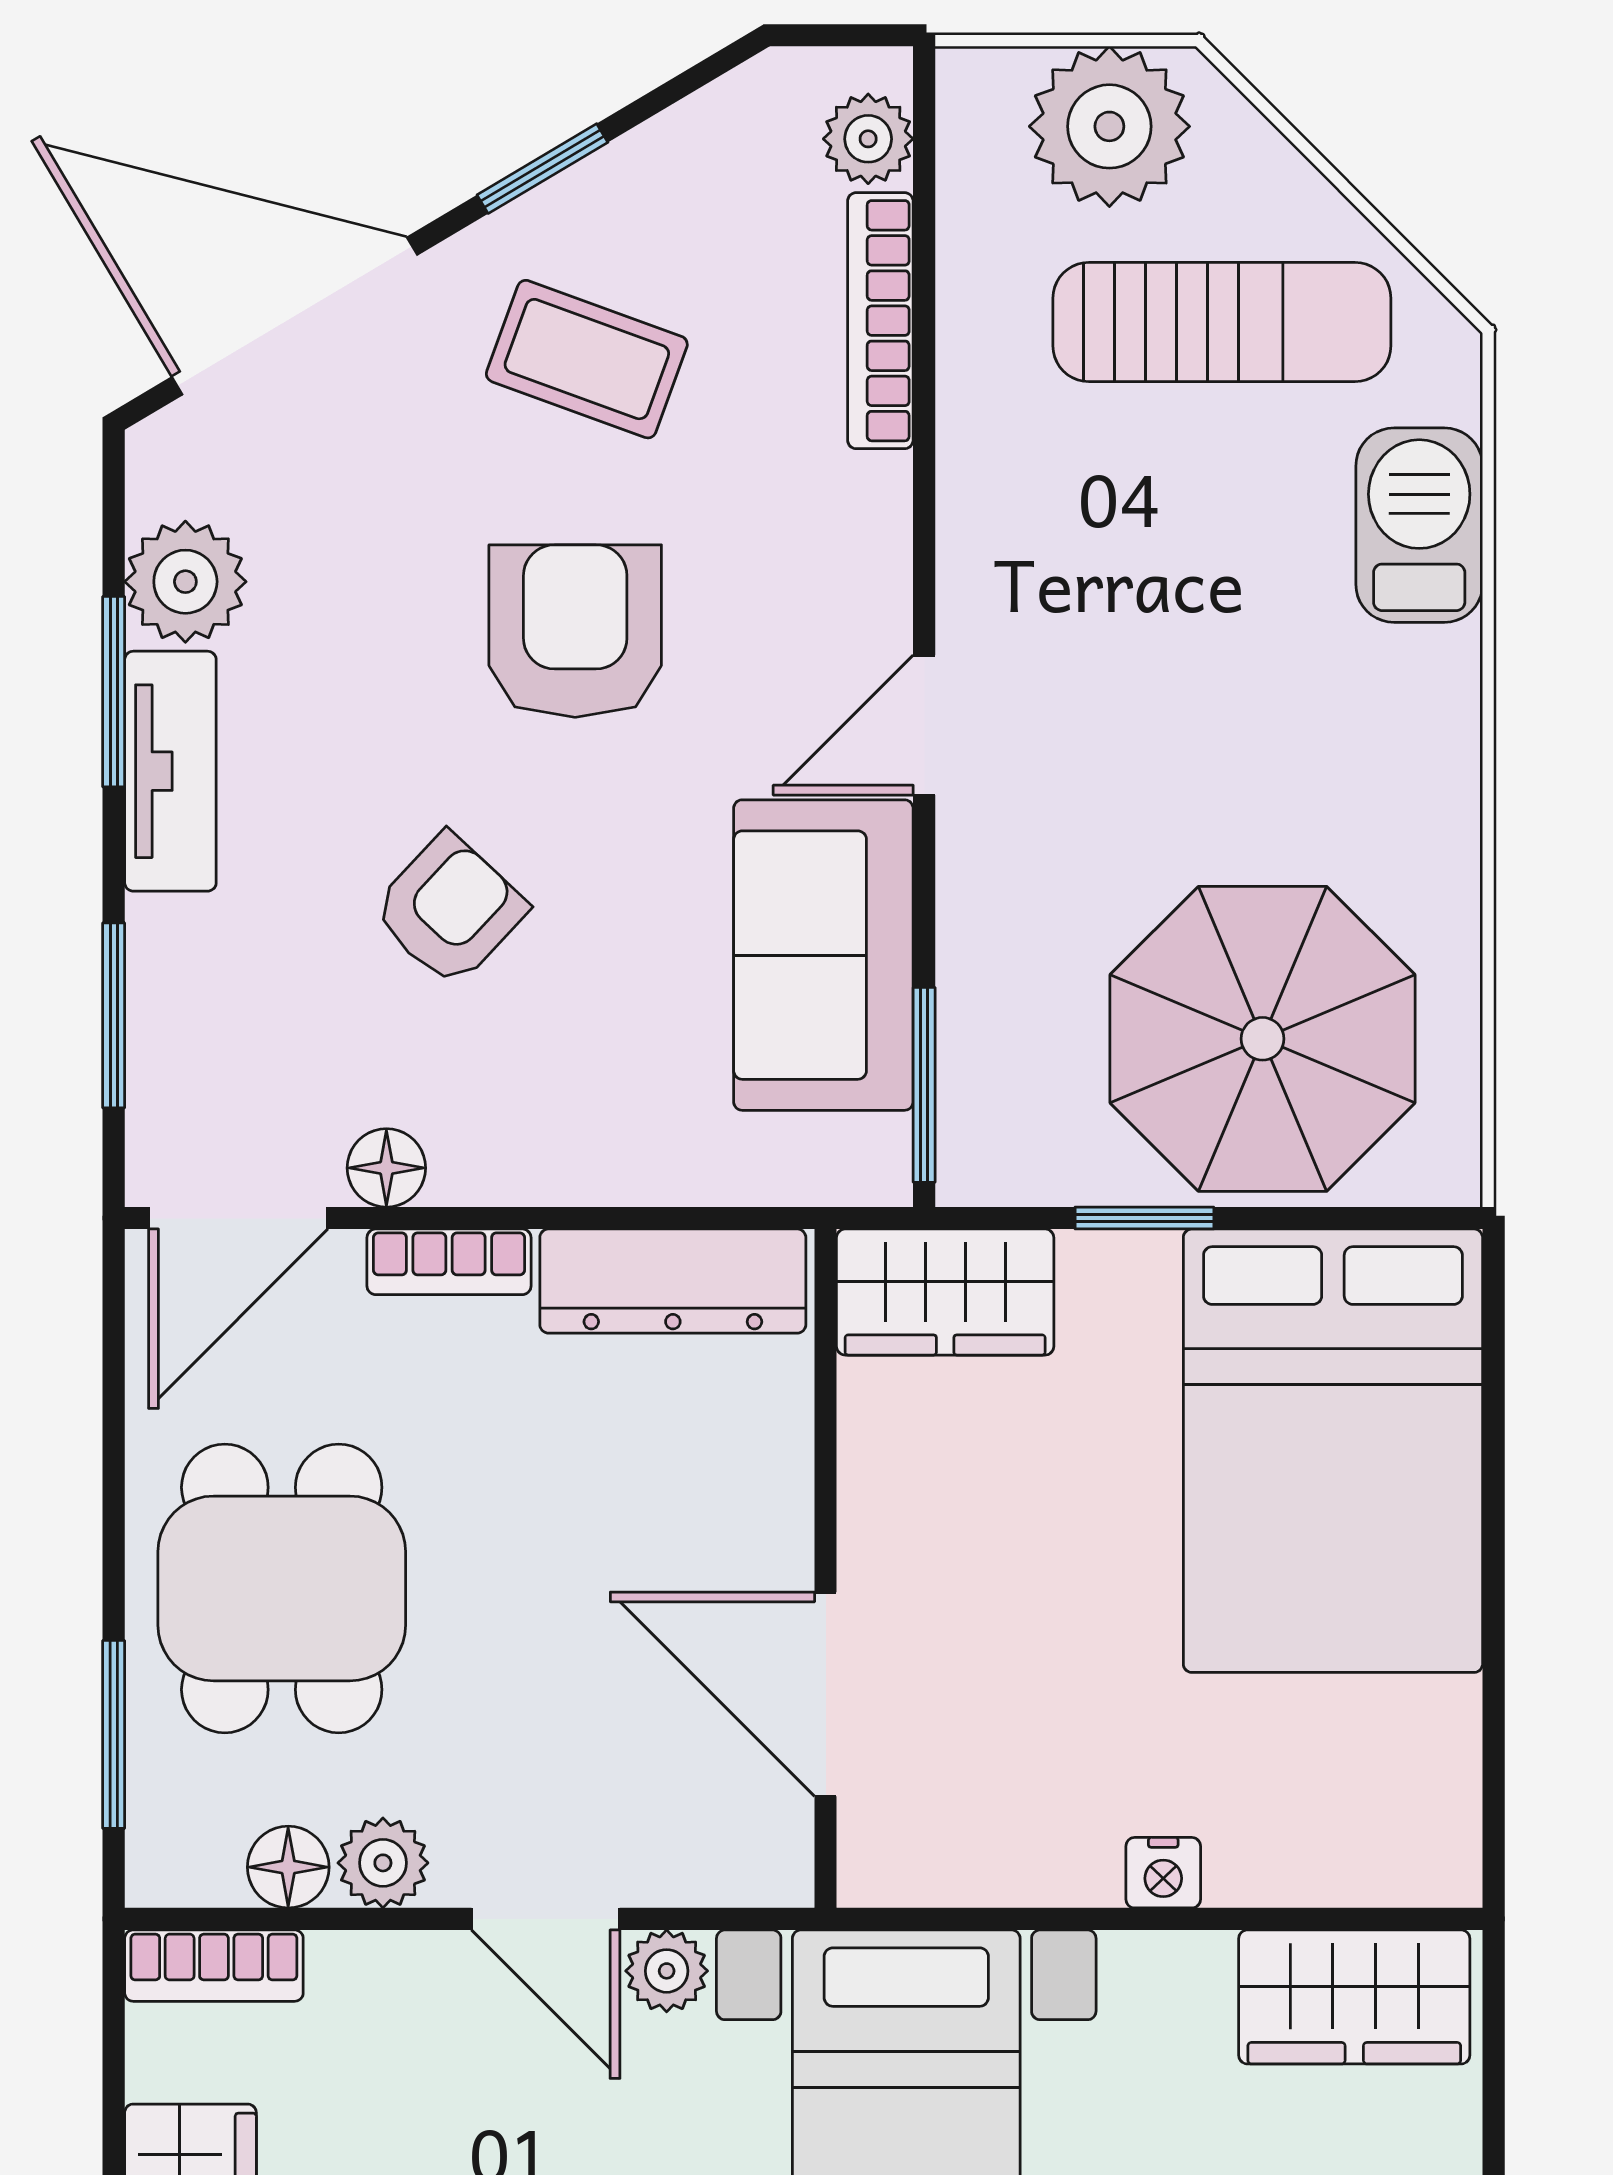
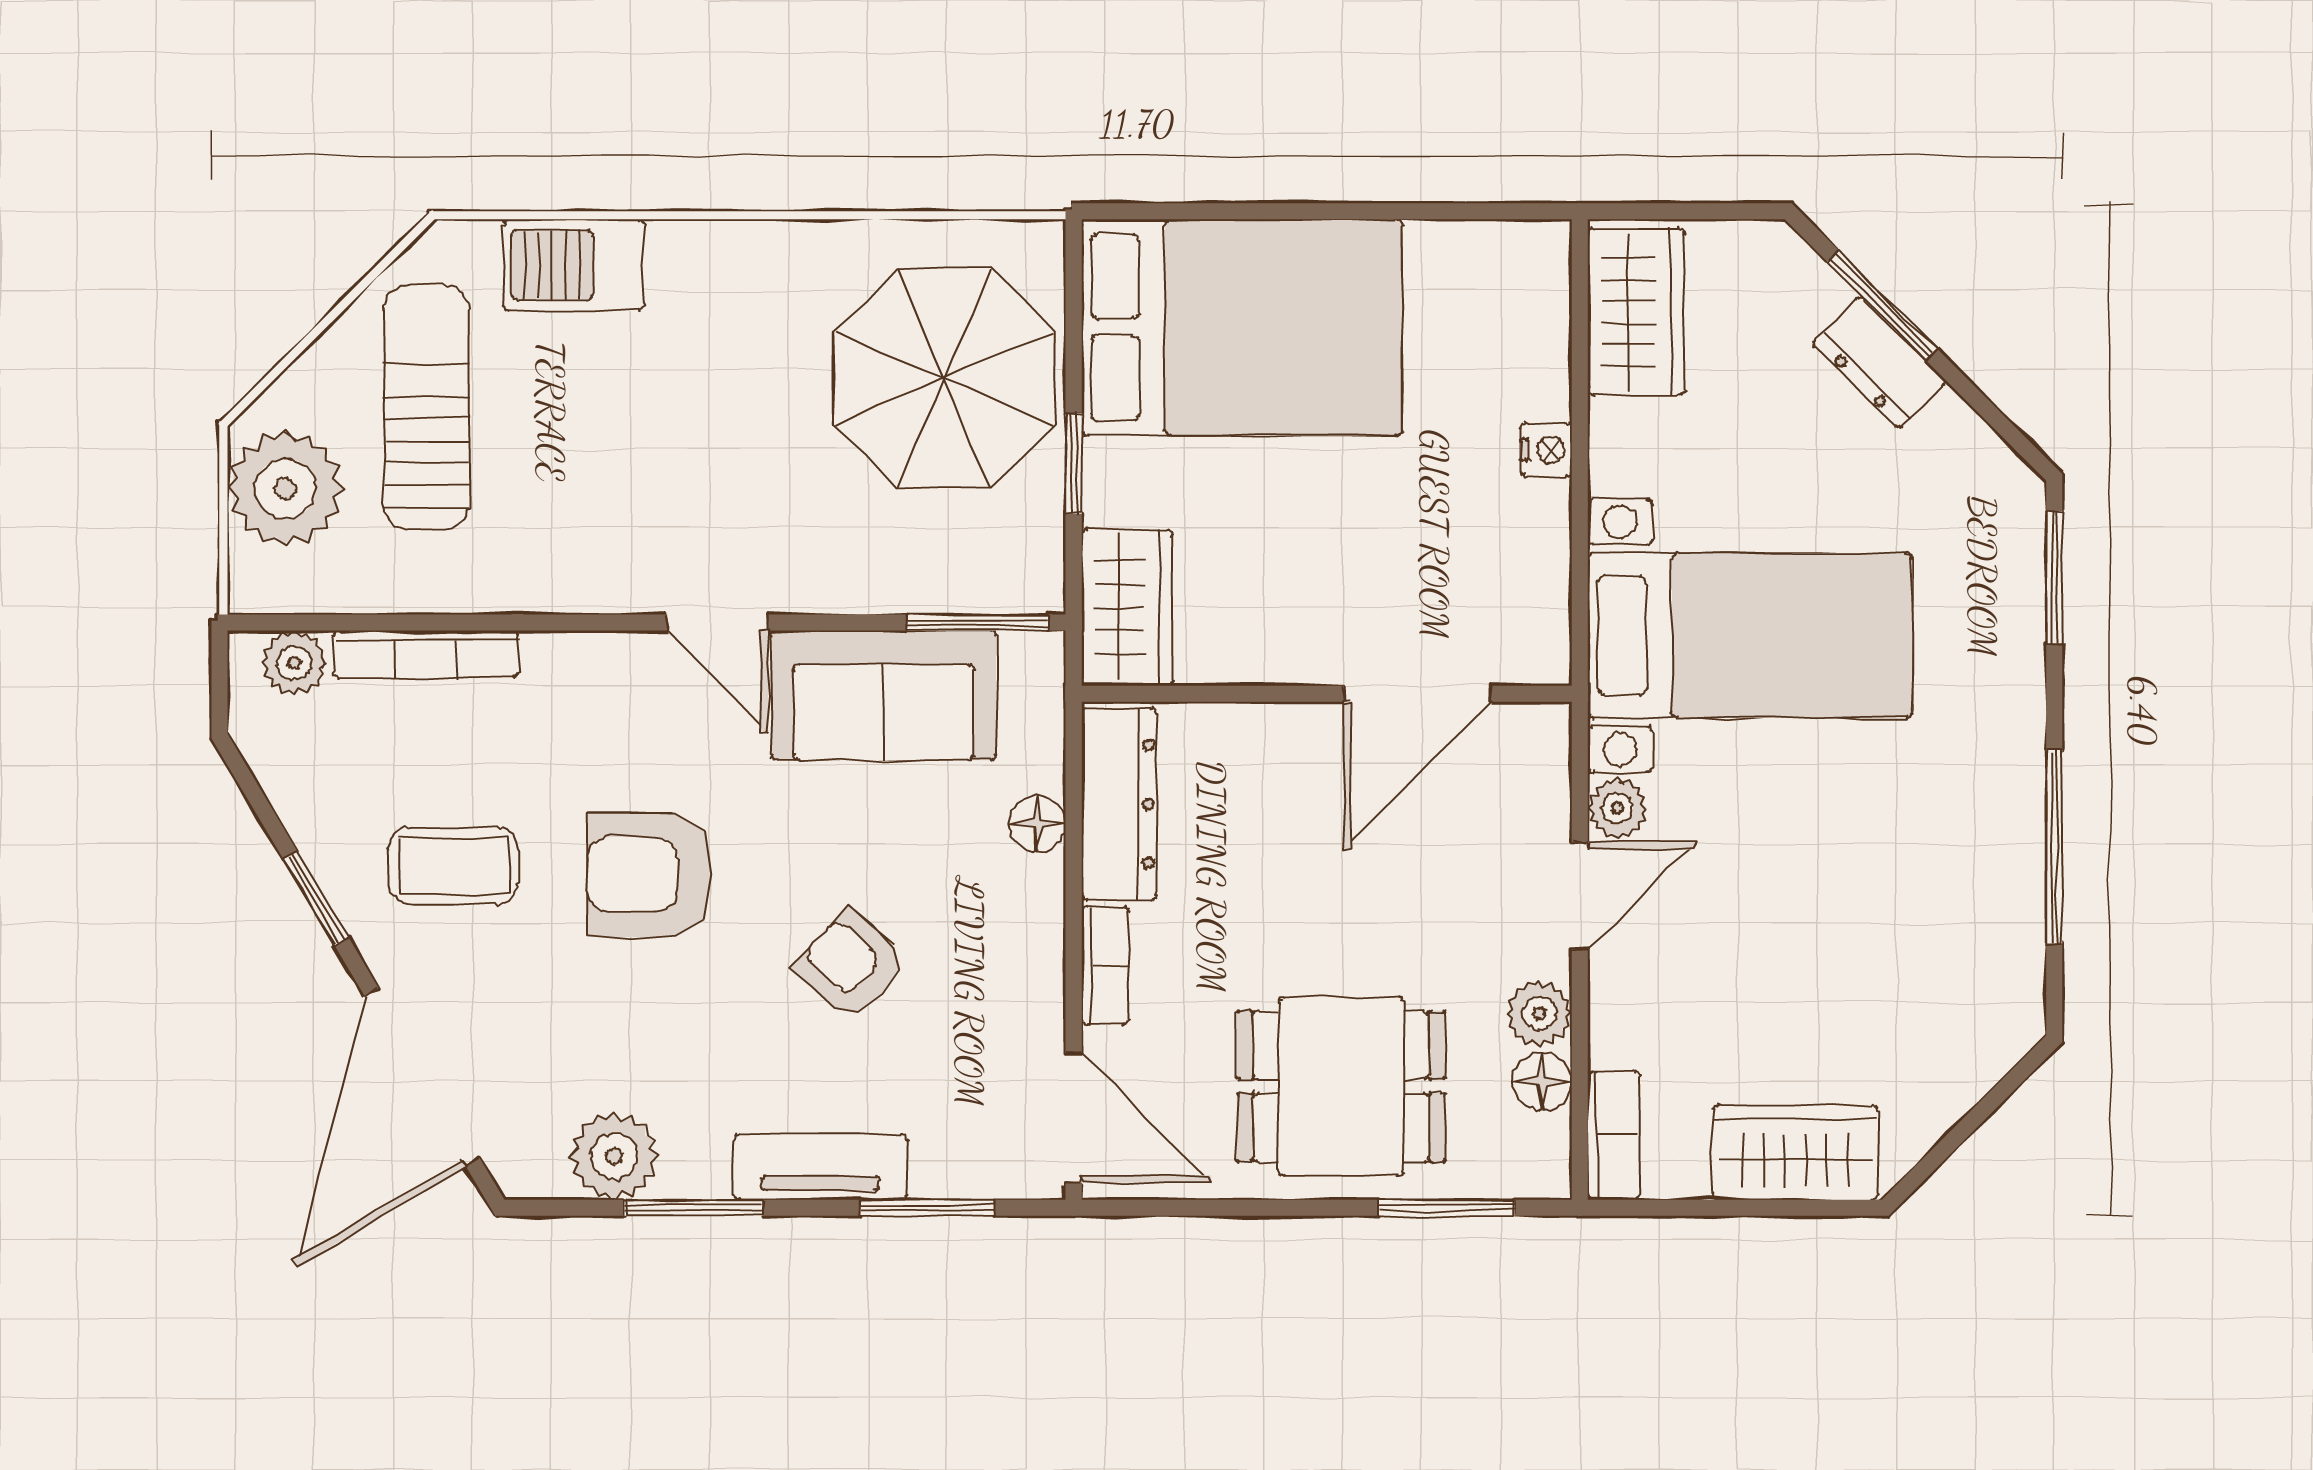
coffee table: (587, 359) -> (453, 866), turned 70
tv unit: (170, 771) -> (820, 1167), moved
floor lamp: (386, 1168) -> (1037, 824), moved

